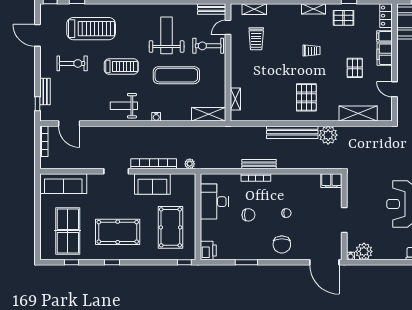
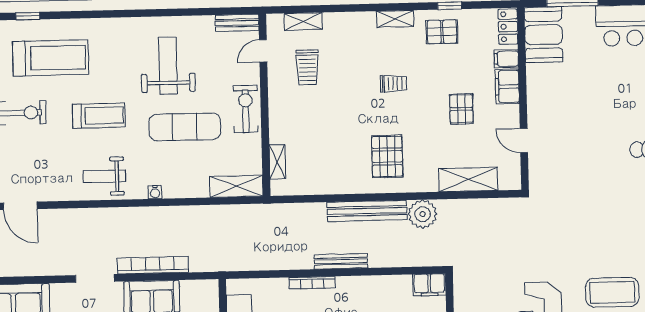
exercise bike: (208, 46) -> (246, 109), moved, turned 90
plant: (190, 164) -> (209, 264), removed
bench: (259, 164) -> (341, 261), moved

